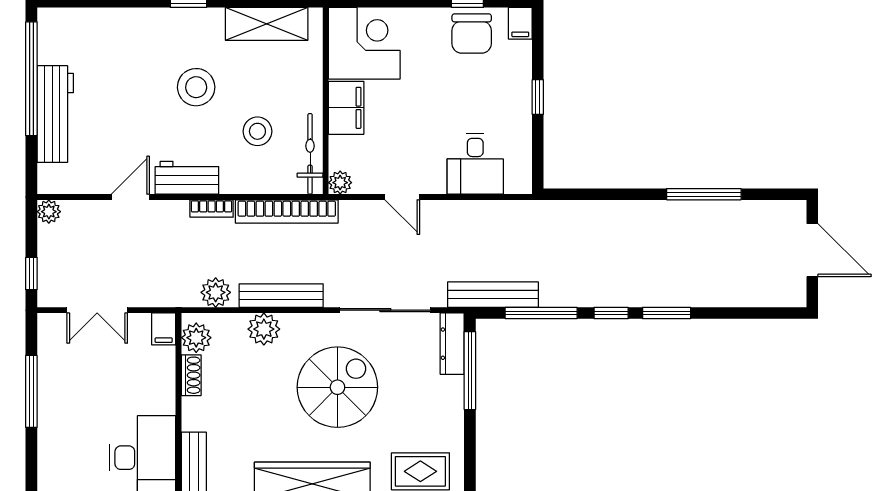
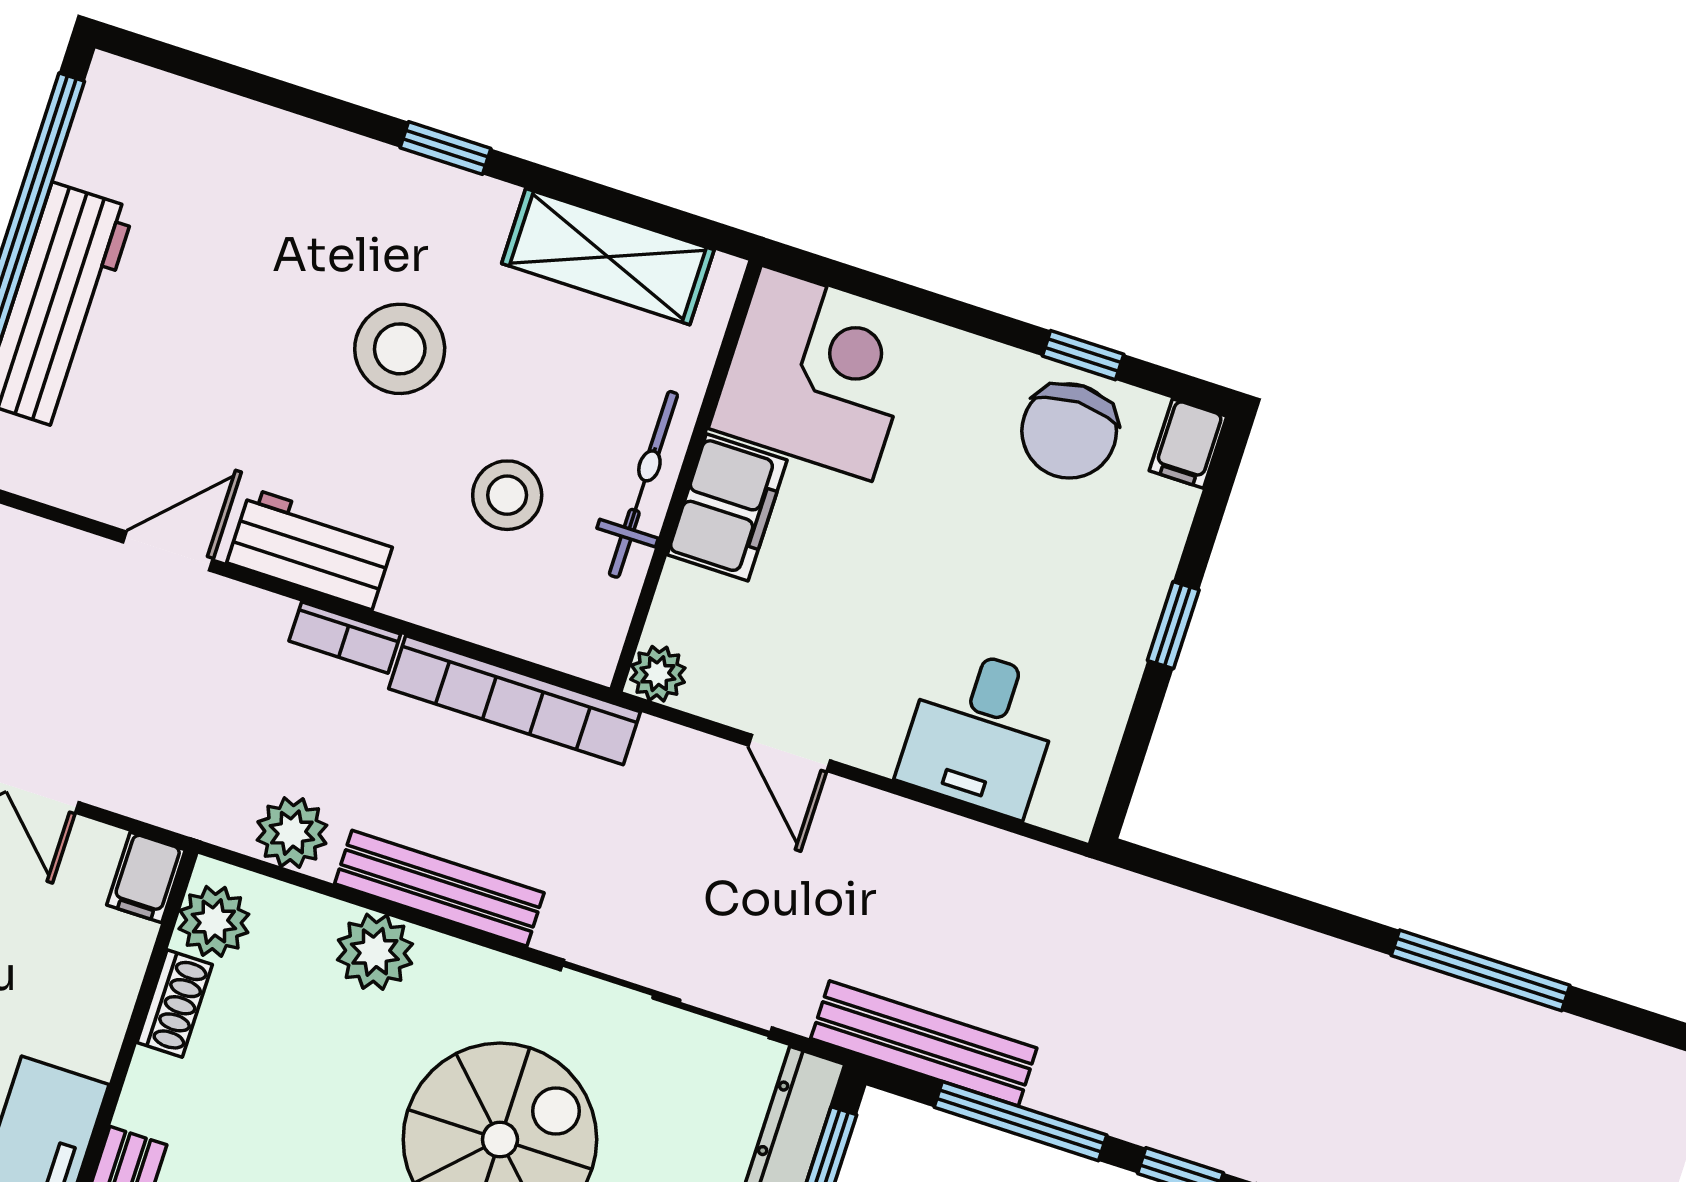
bicycle: (310, 154) -> (643, 484), moved

